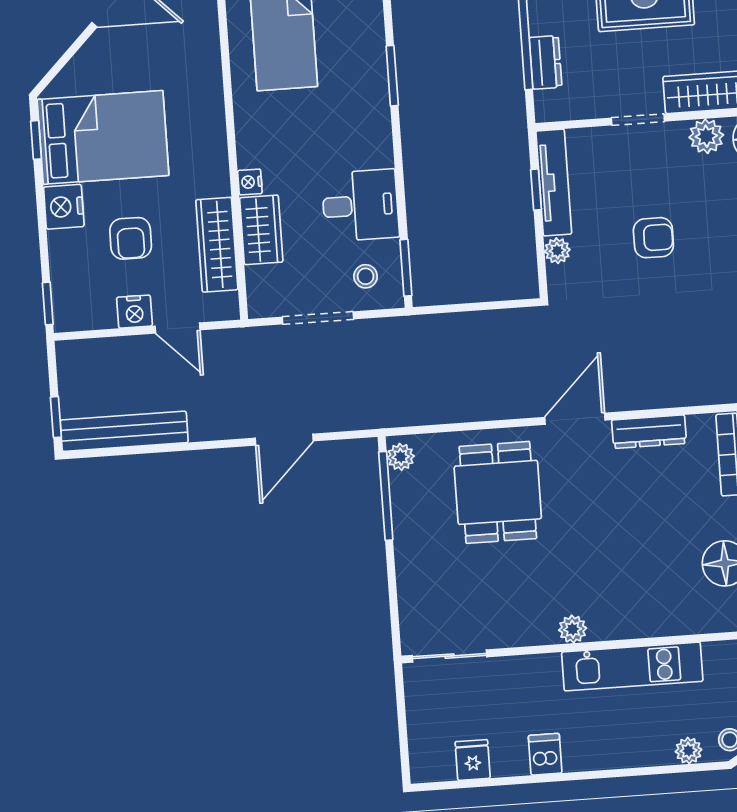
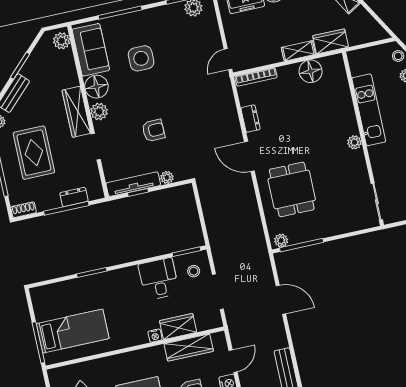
armchair: (653, 238) -> (154, 130), turned 88
dresser: (649, 432) -> (251, 119), width x0.70
dining table: (498, 492) -> (292, 189), turned 90

